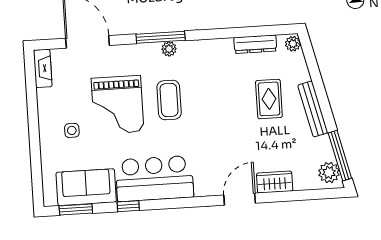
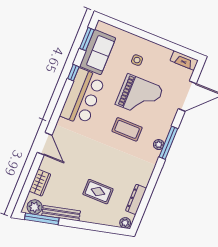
grand piano: (118, 105) -> (139, 96), turned 180
bench: (313, 109) -> (61, 213), moved
wardrobe: (275, 182) -> (40, 183), moved

